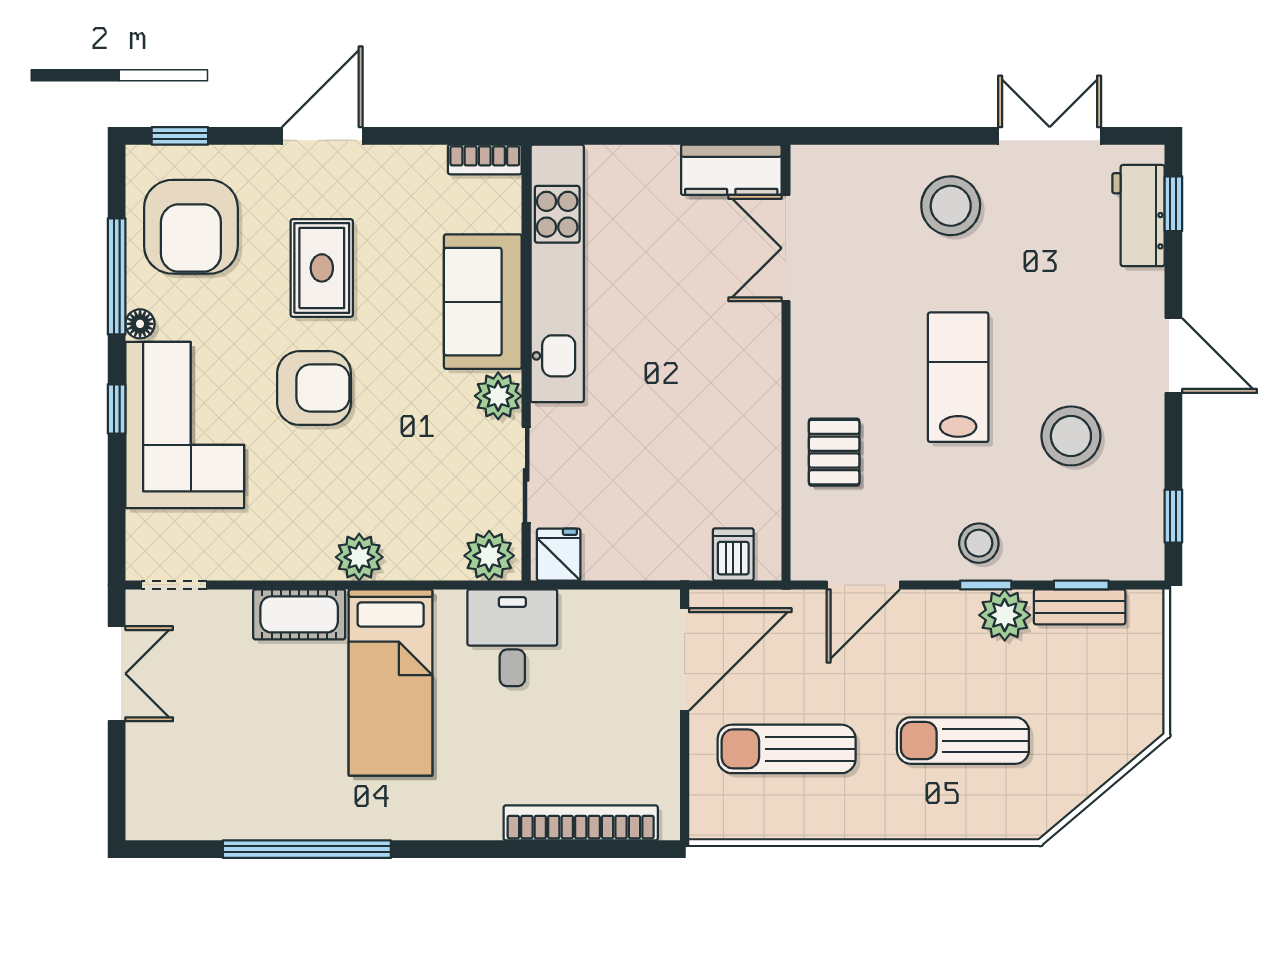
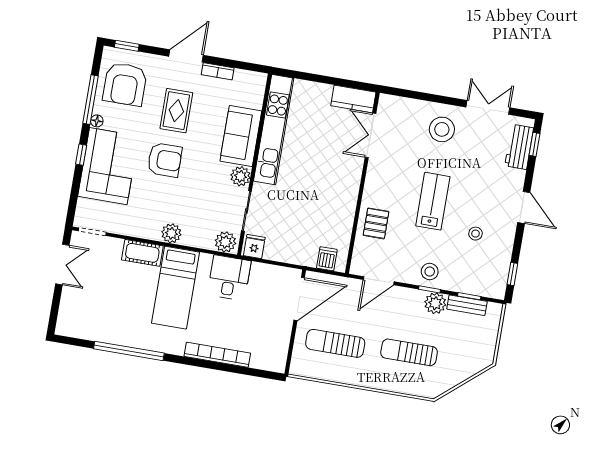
bookcase: (485, 159) -> (218, 71), moved
stool: (1071, 436) -> (476, 234), width x0.53, depth x0.53
bookcase: (581, 823) -> (217, 355), moved

